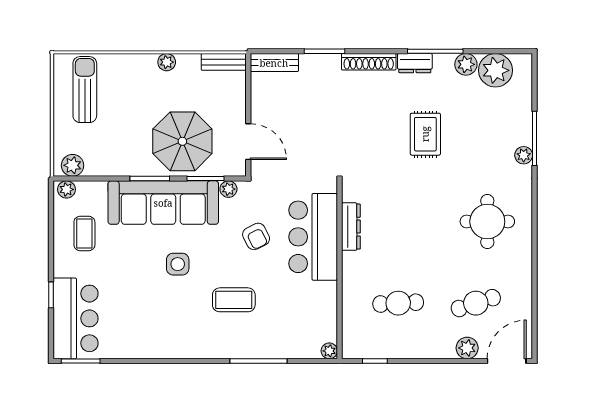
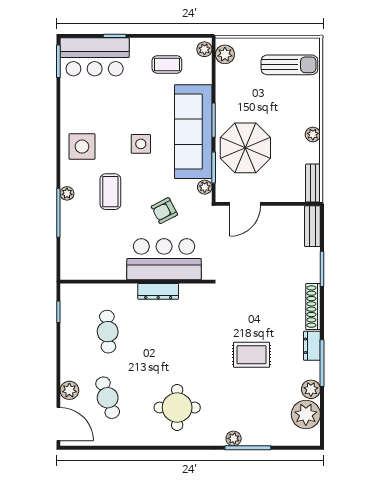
dresser: (351, 227) -> (158, 291), moved
side table: (181, 333) -> (82, 147), added
plant: (329, 351) -> (67, 193), moved

